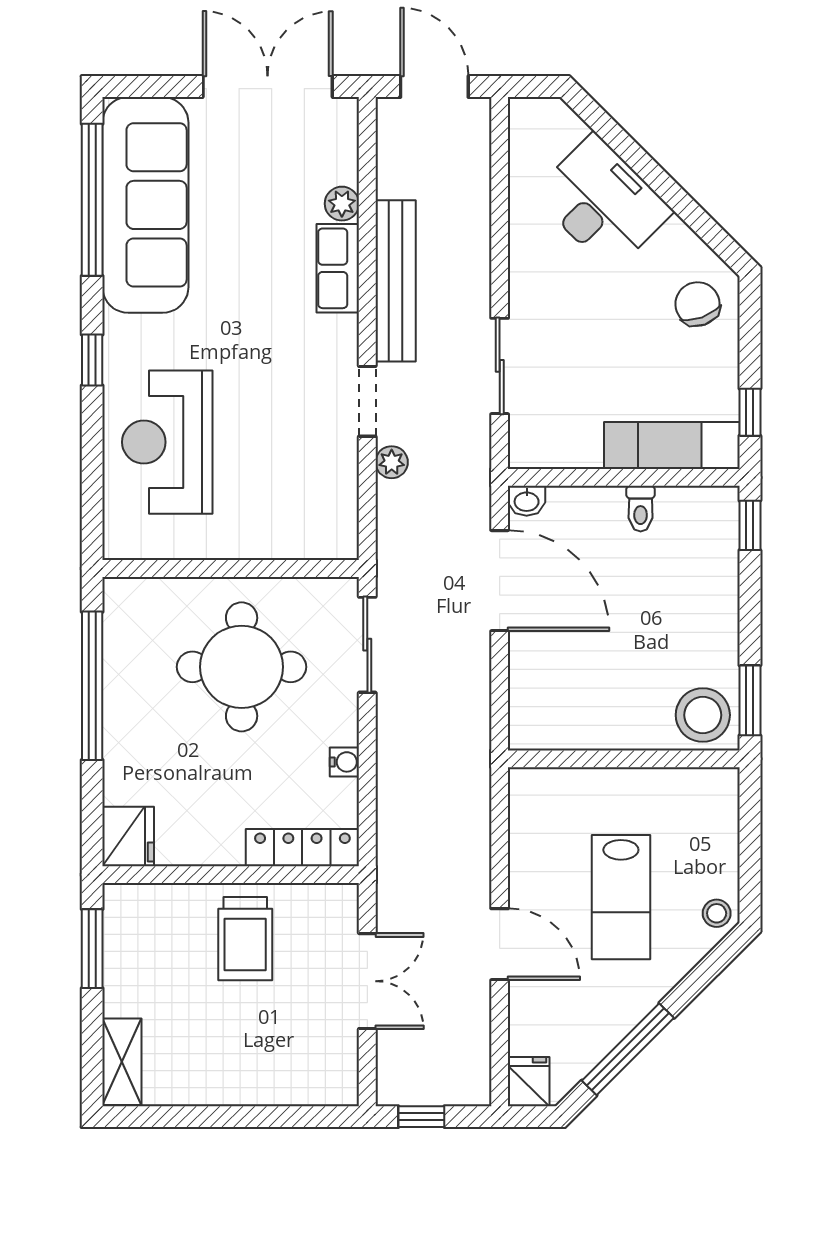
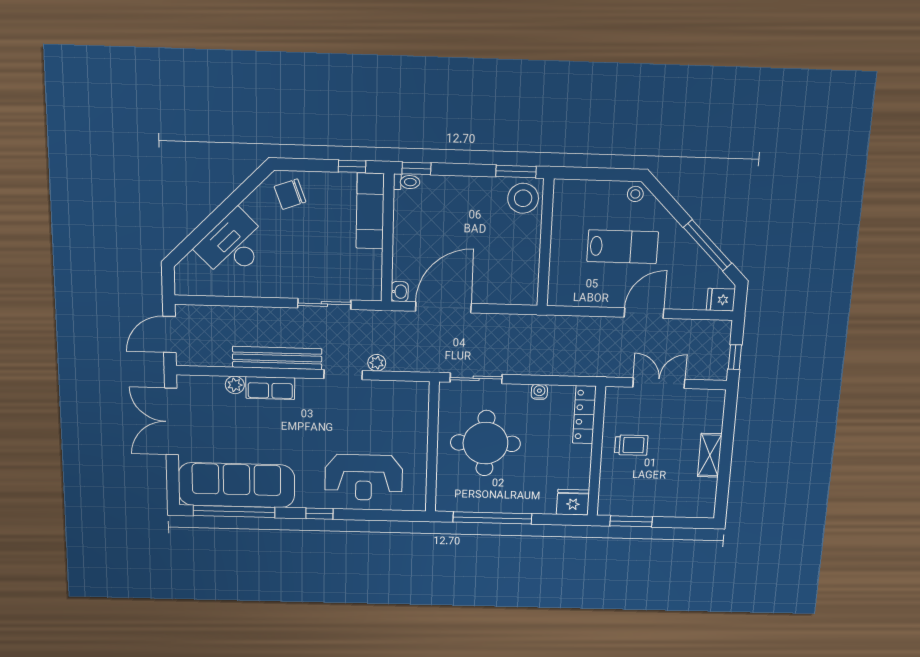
toilet: (641, 509) -> (407, 182), moved
trolley: (245, 939) -> (631, 445), width x0.73, depth x0.72
shelving: (122, 1062) -> (710, 455), moved, turned 90

